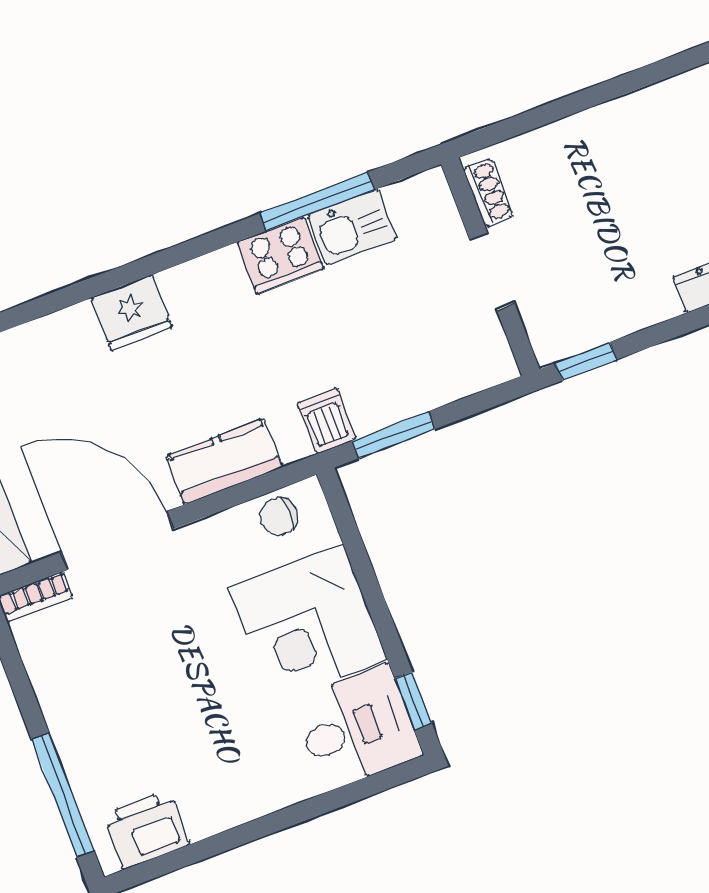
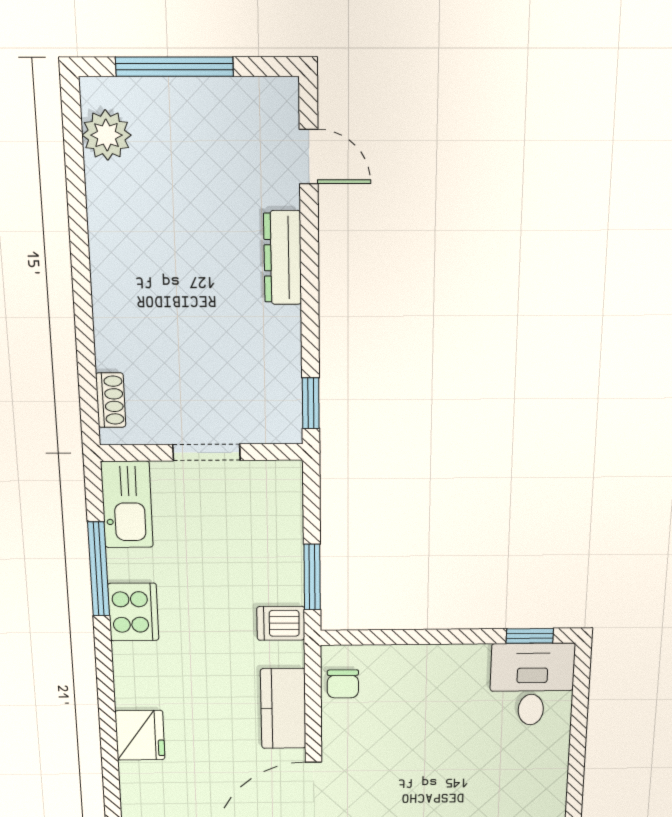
shoe rack: (488, 192) -> (111, 400), moved, turned 90
kitchen sink: (352, 227) -> (127, 505), moved, width x1.38
corner desk: (307, 623) -> (435, 692), removed

